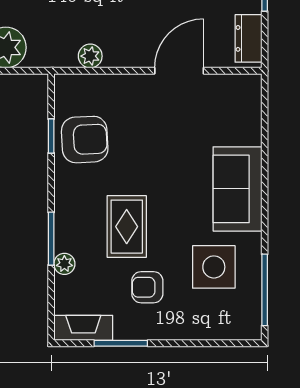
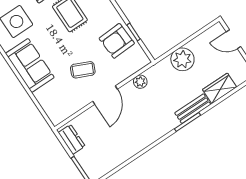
door: (179, 71) -> (105, 95), moved
coffee table: (163, 130) -> (83, 70), added

